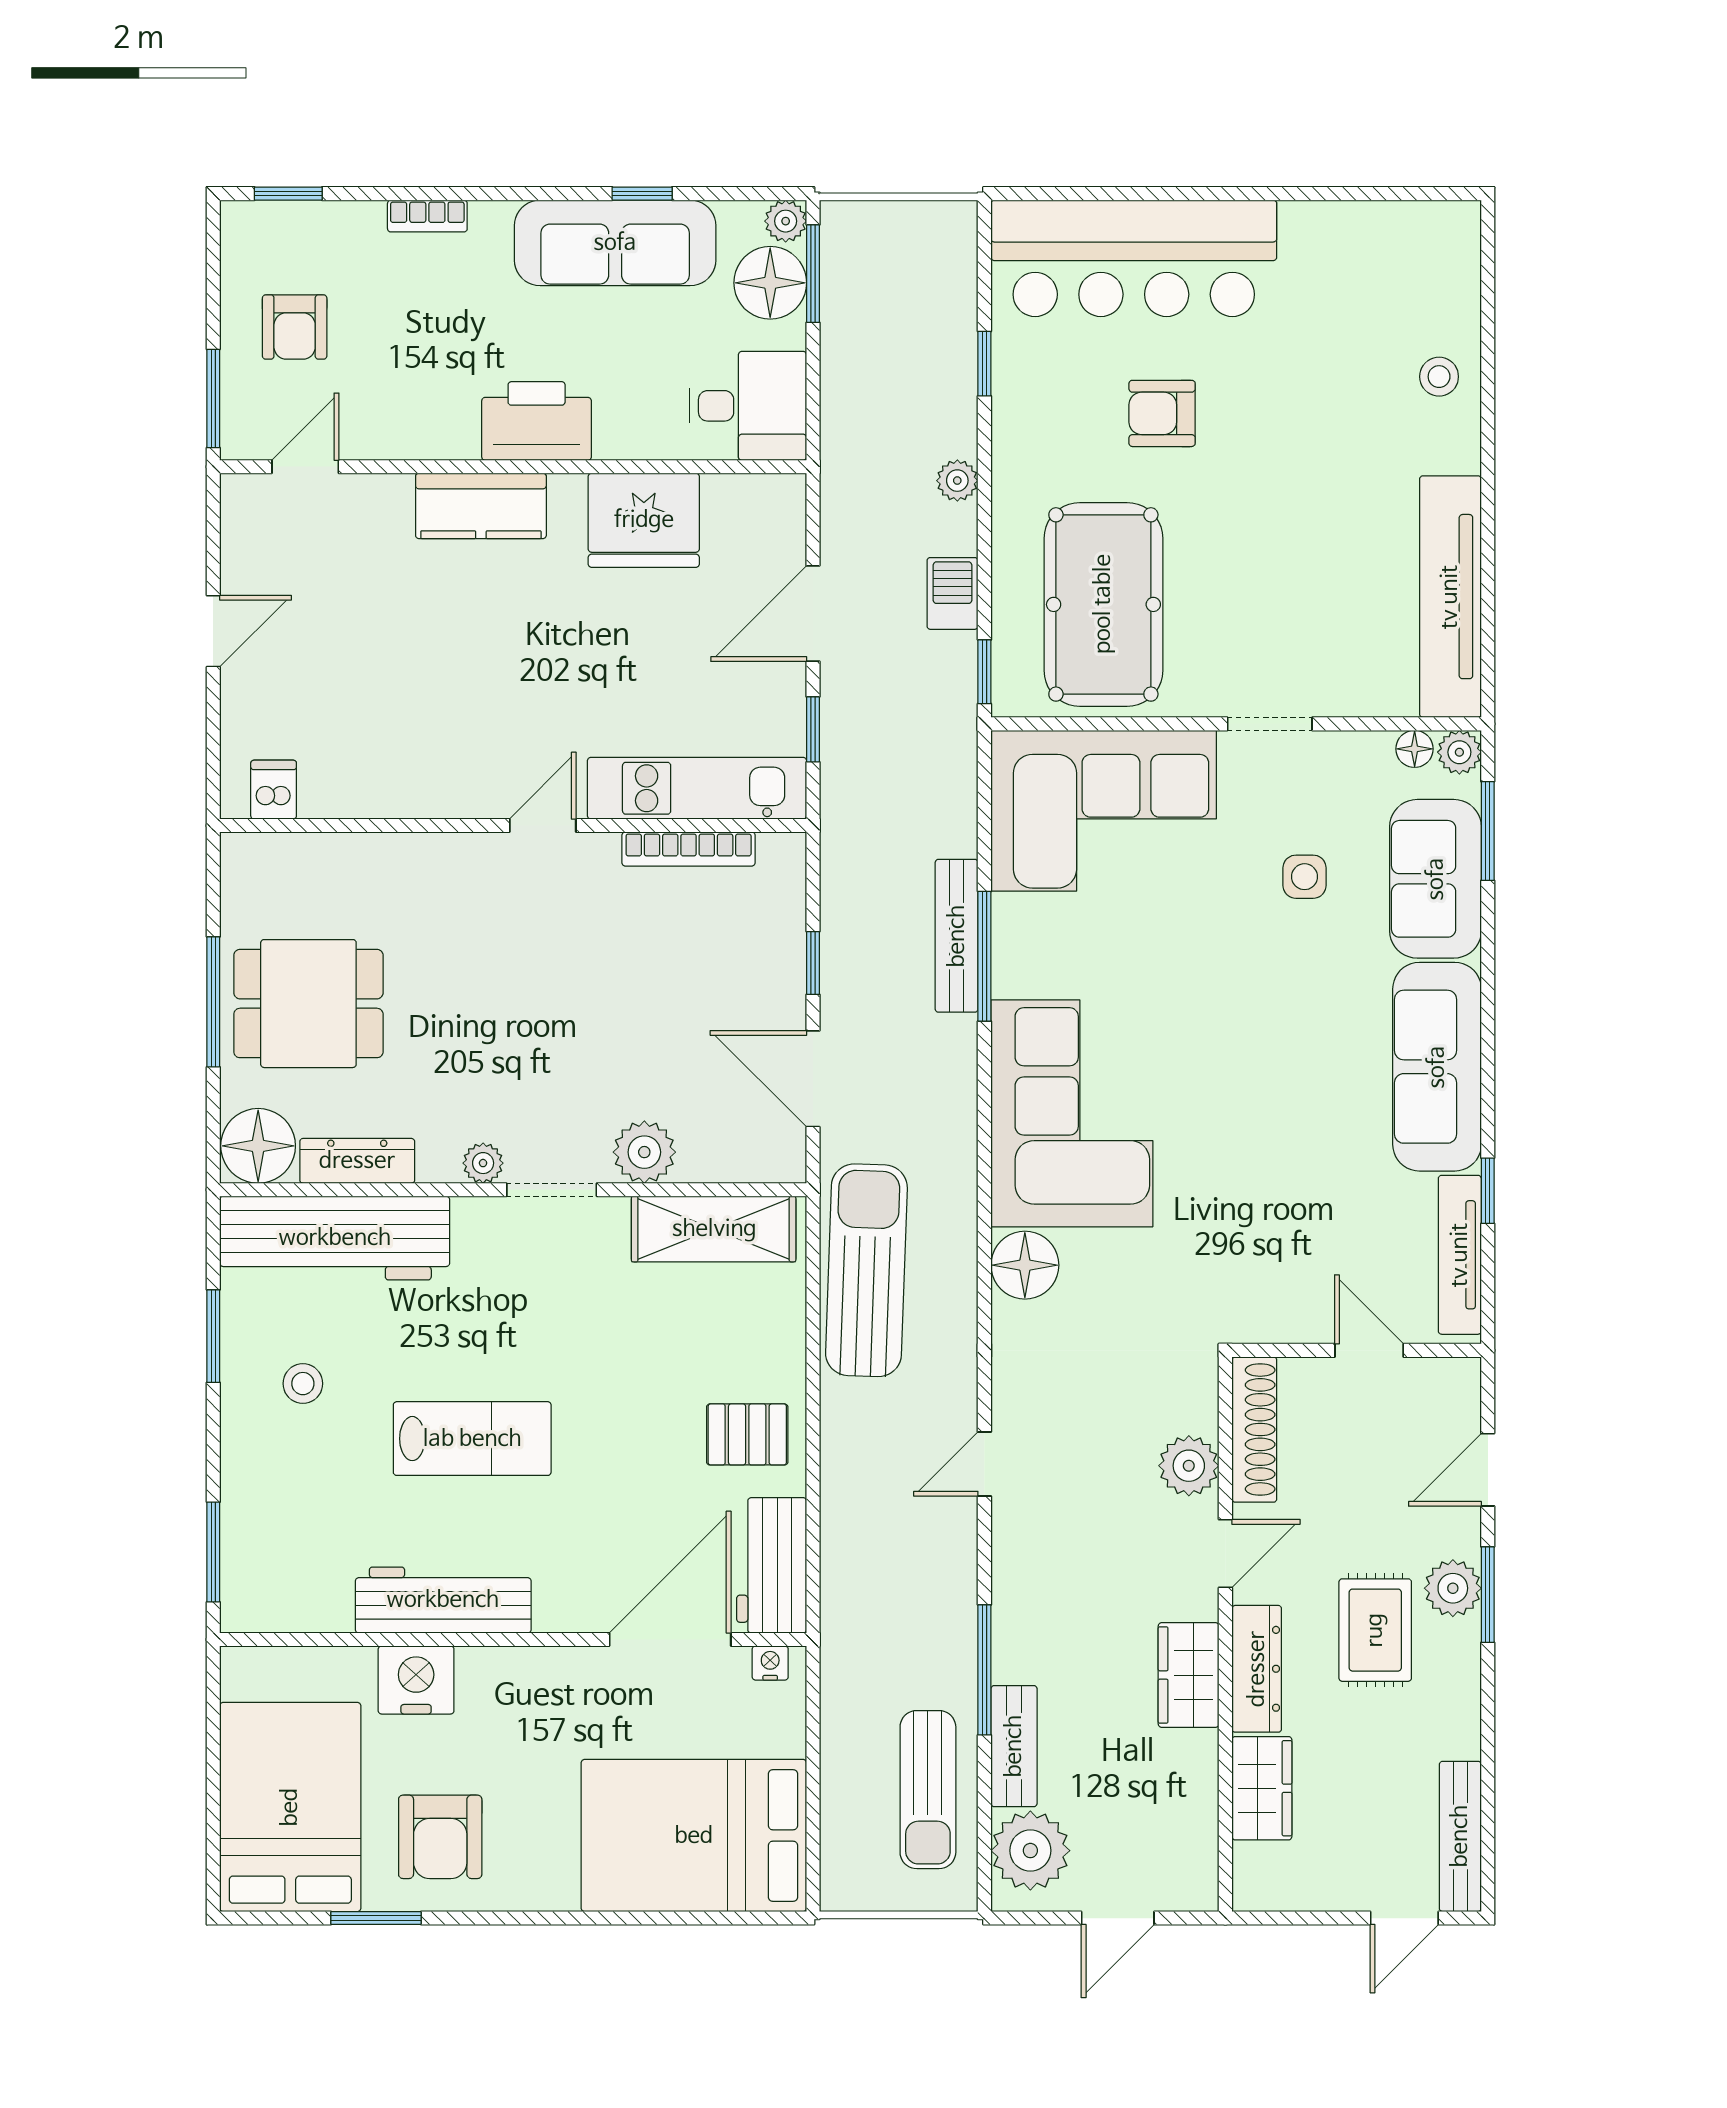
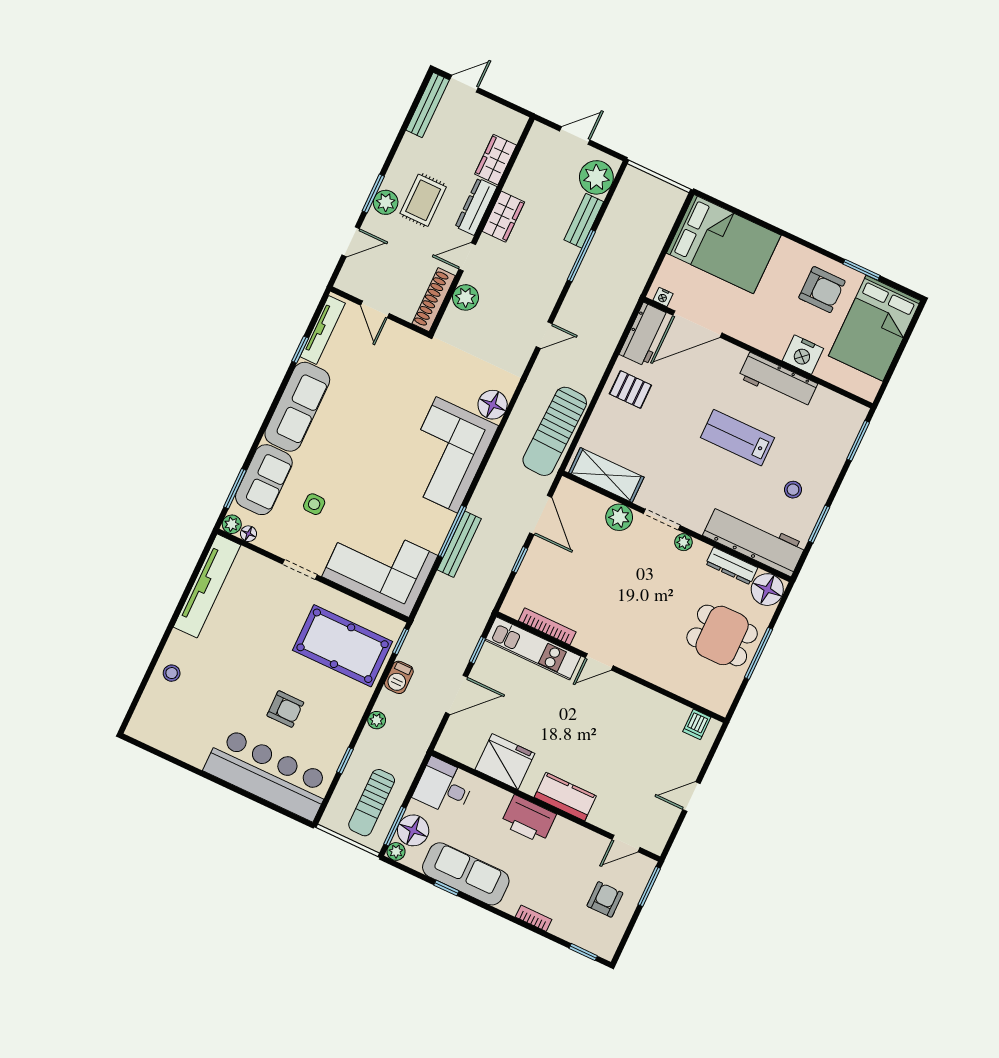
pool table: (1103, 604) -> (343, 646), turned 90
sun lounger: (928, 1790) -> (372, 803), moved, turned 180
armchair: (440, 1837) -> (822, 290), turned 90

